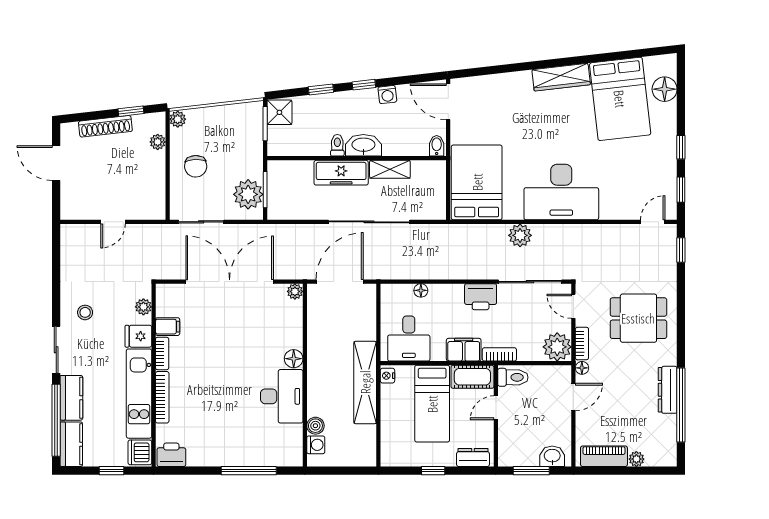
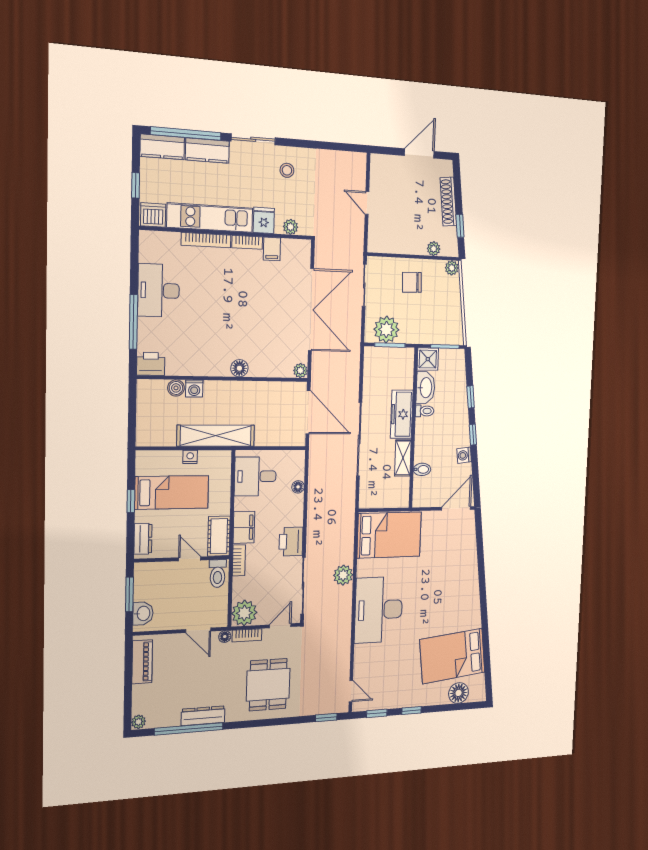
wardrobe: (561, 77) -> (472, 605), removed
shower: (279, 112) -> (428, 359), moved
washbasin: (363, 145) -> (425, 388), moved
bidet: (437, 146) -> (422, 469), moved
nightstand: (387, 376) -> (190, 457), moved
desk: (282, 396) -> (159, 290), moved, turned 90
bed: (432, 404) -> (172, 492), moved, turned 180
washing machine: (316, 445) -> (194, 389), moved
printer: (171, 455) -> (151, 364), moved, turned -90
plant: (636, 459) -> (139, 722), moved

